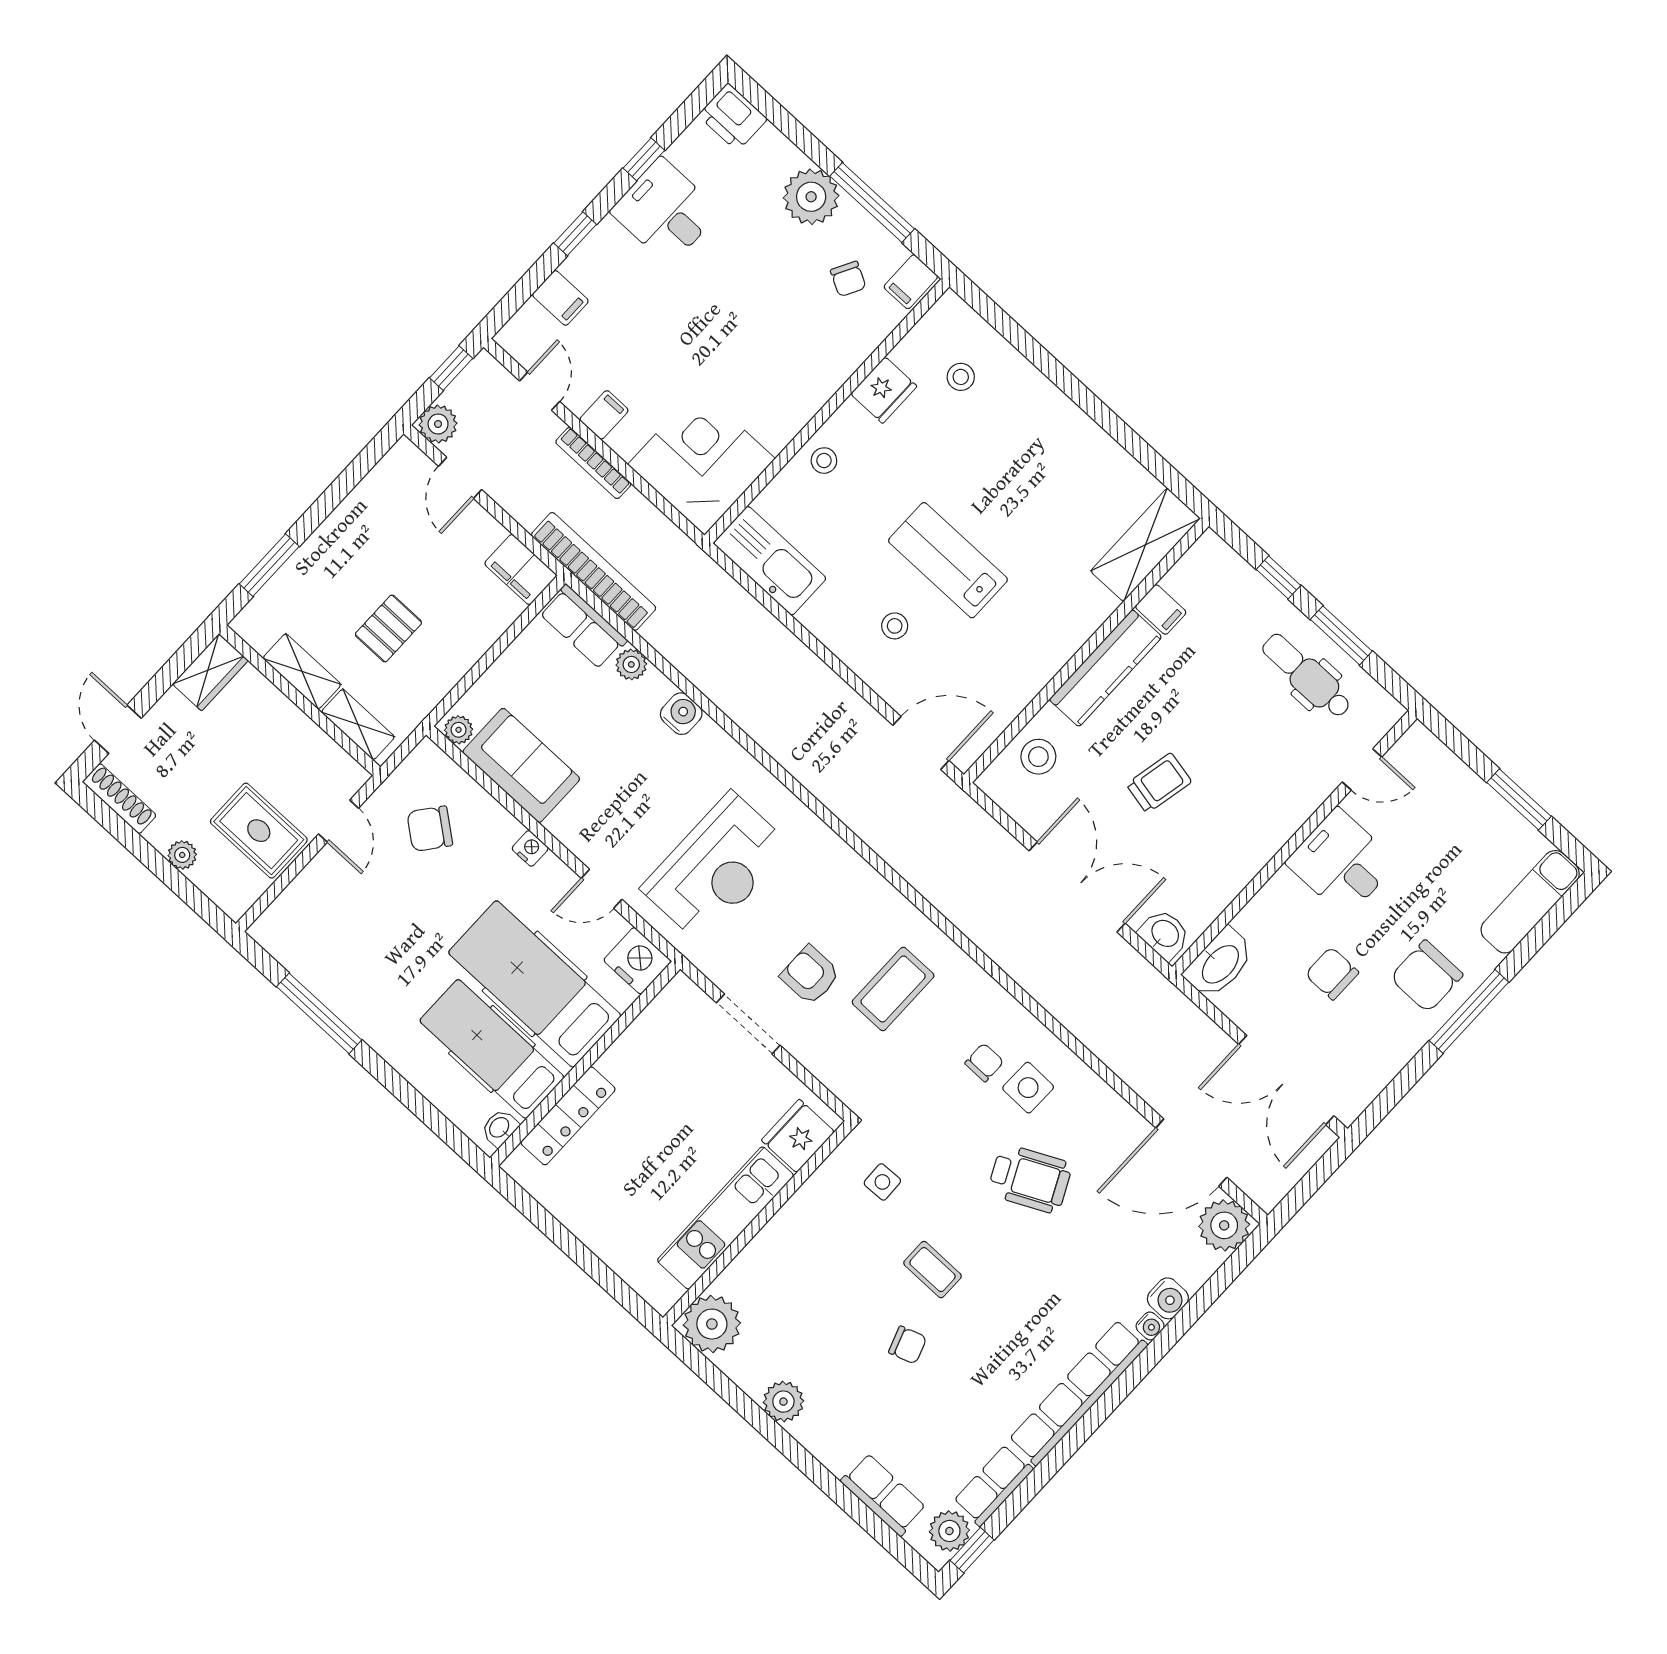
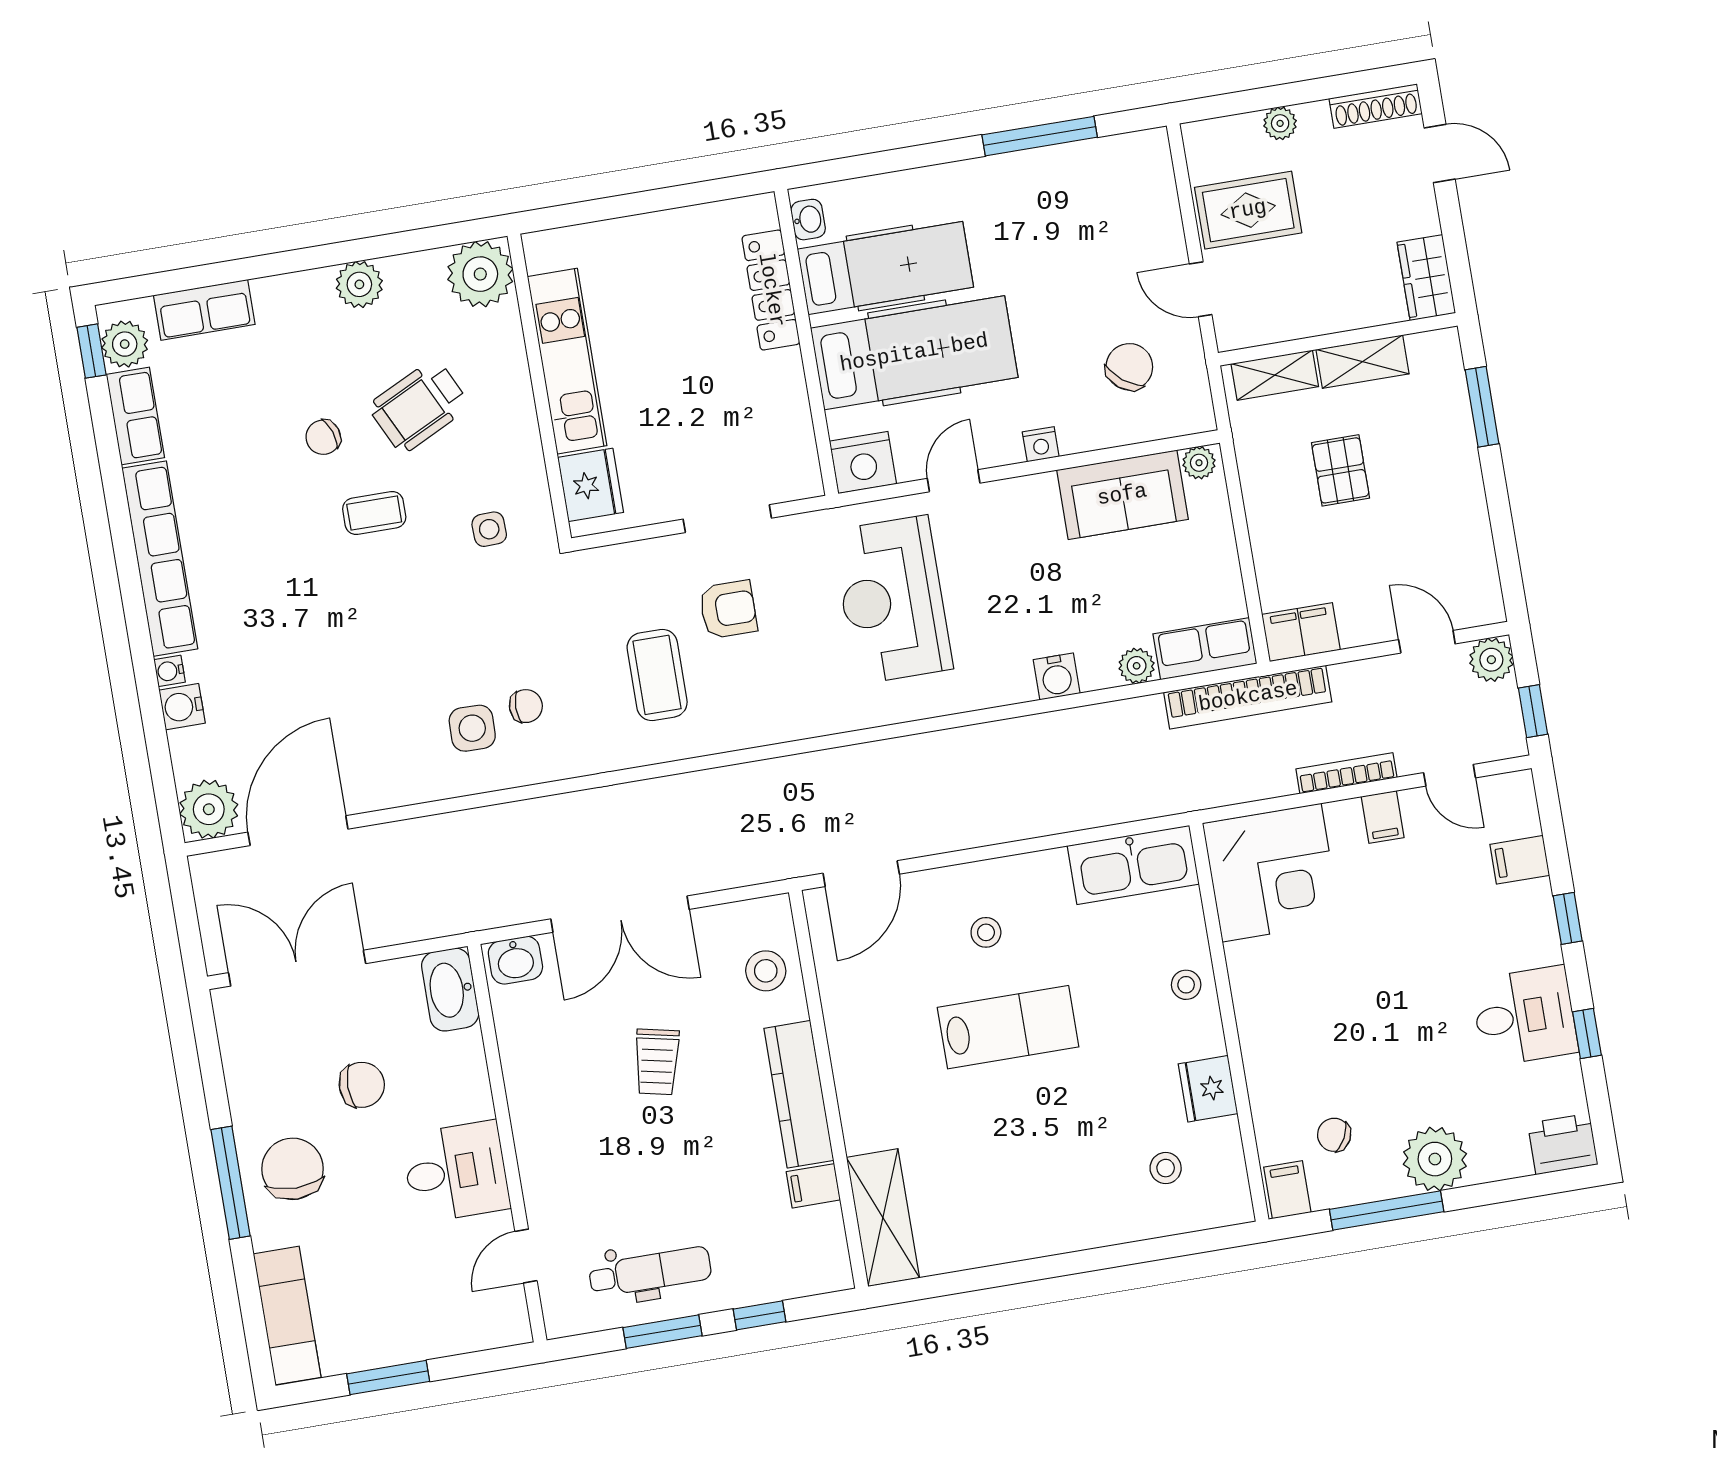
chair: (984, 1063) -> (526, 706), turned -90
wheelchair: (1030, 1179) -> (419, 406), moved

